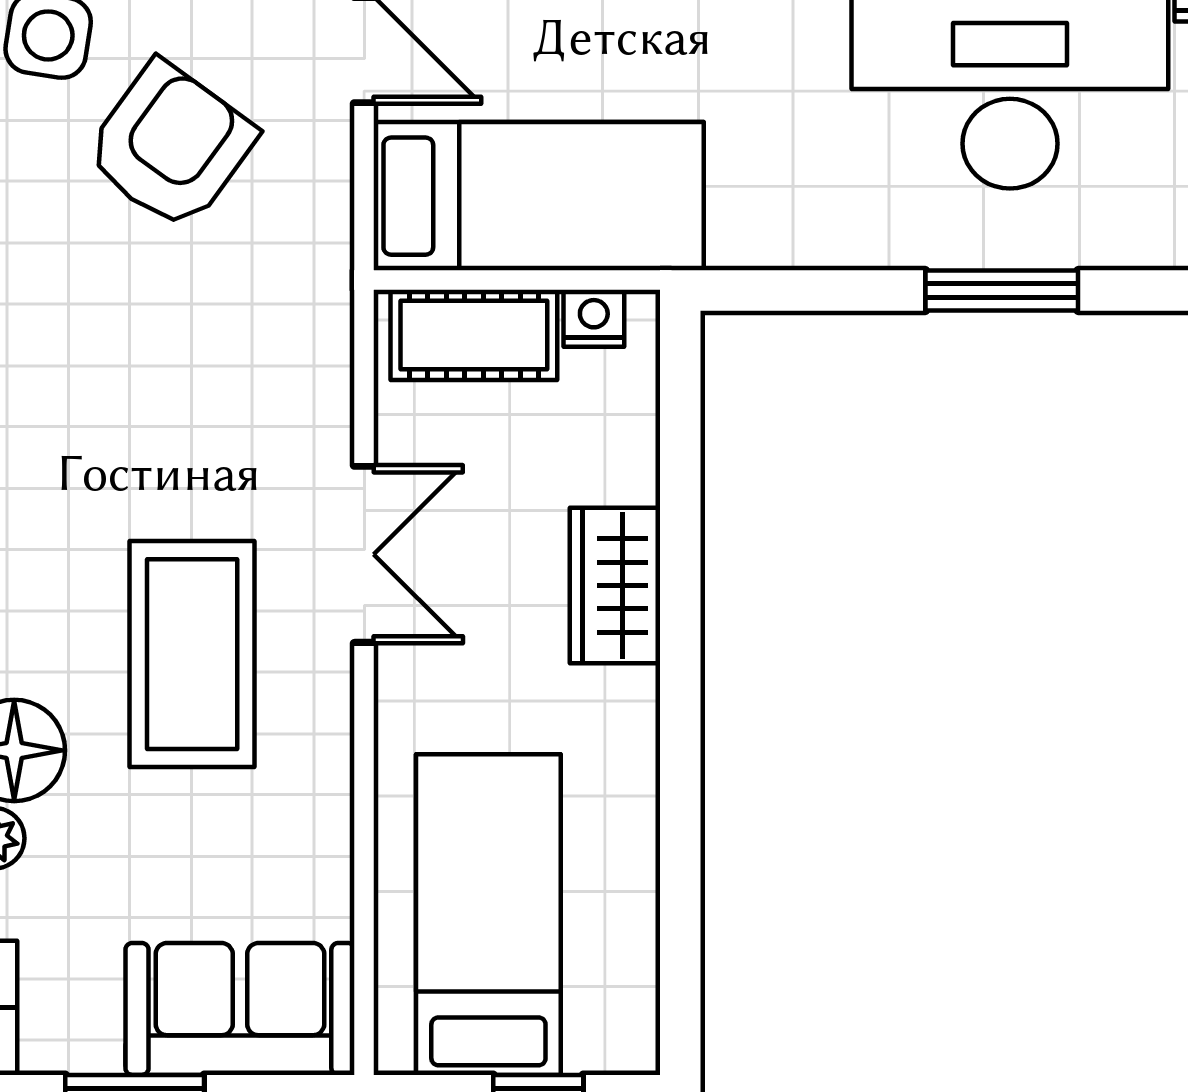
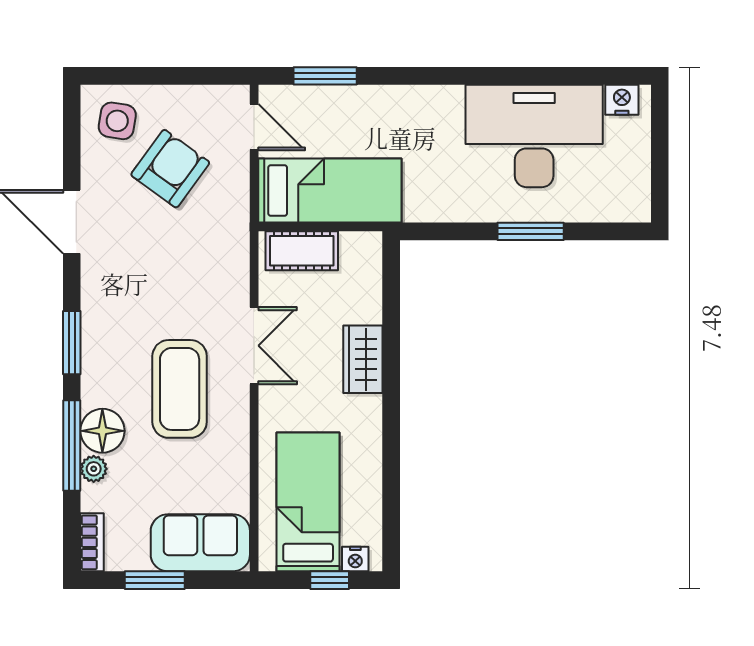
nightstand: (594, 318) -> (355, 559), moved, turned 180

